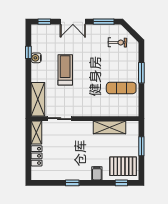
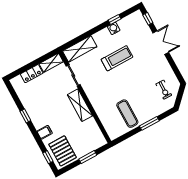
double door: (73, 22) -> (161, 43), swing flipped
window: (104, 22) -> (175, 68), removed
shelving: (109, 127) -> (80, 105), moved

